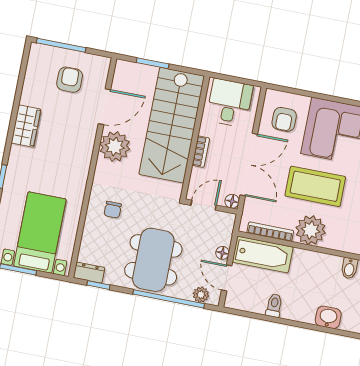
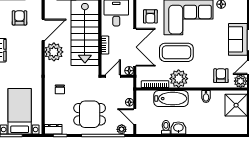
bathtub: (263, 255) -> (171, 99), moved
dining table: (153, 260) -> (90, 114), width x0.73
washbasin: (328, 317) -> (178, 128), moved

